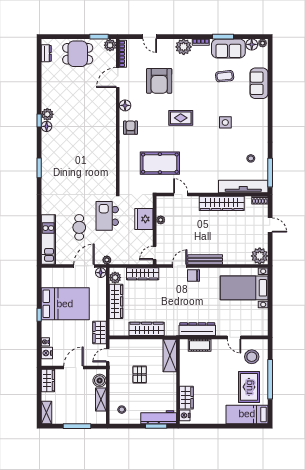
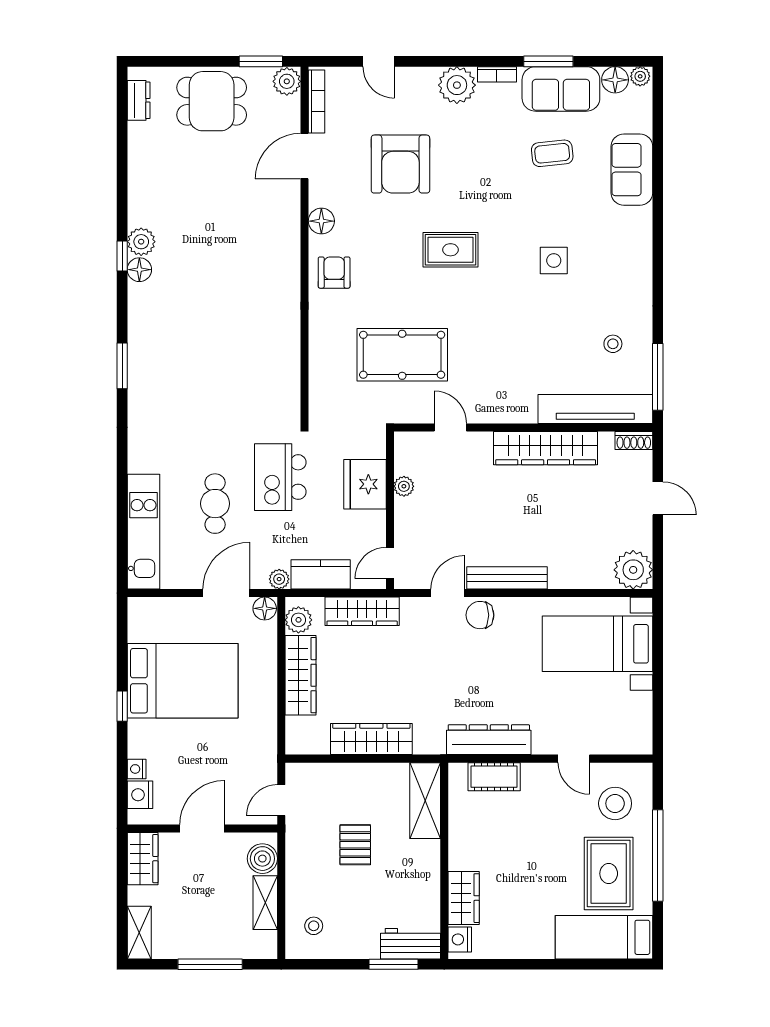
kitchen counter: (125, 258) -> (321, 574), added
wardrobe: (99, 332) -> (262, 747), removed
workbench: (159, 417) -> (411, 944), width x0.73

